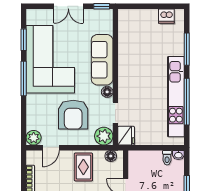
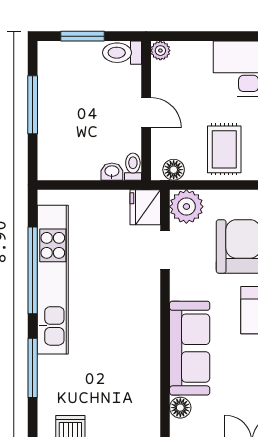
floor lamp: (107, 92) -> (180, 408), moved
washbasin: (178, 155) -> (112, 172), moved
toilet: (167, 158) -> (133, 167), moved

